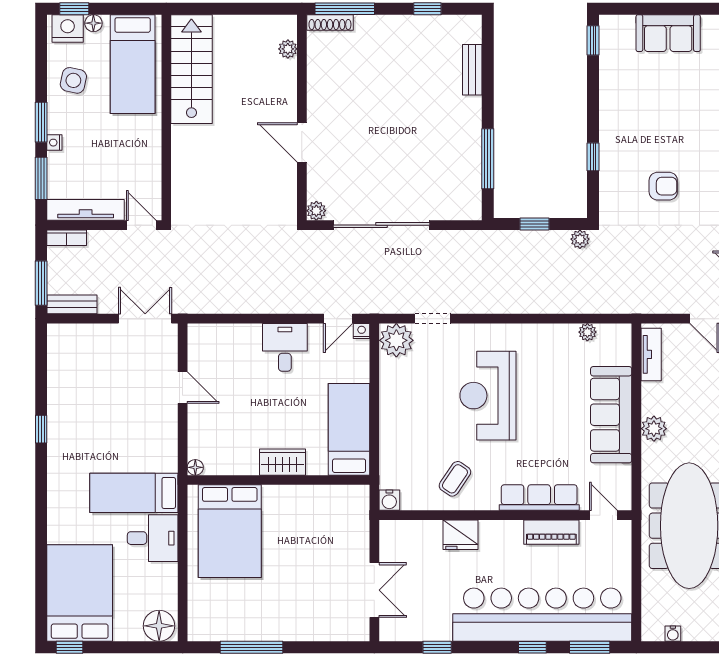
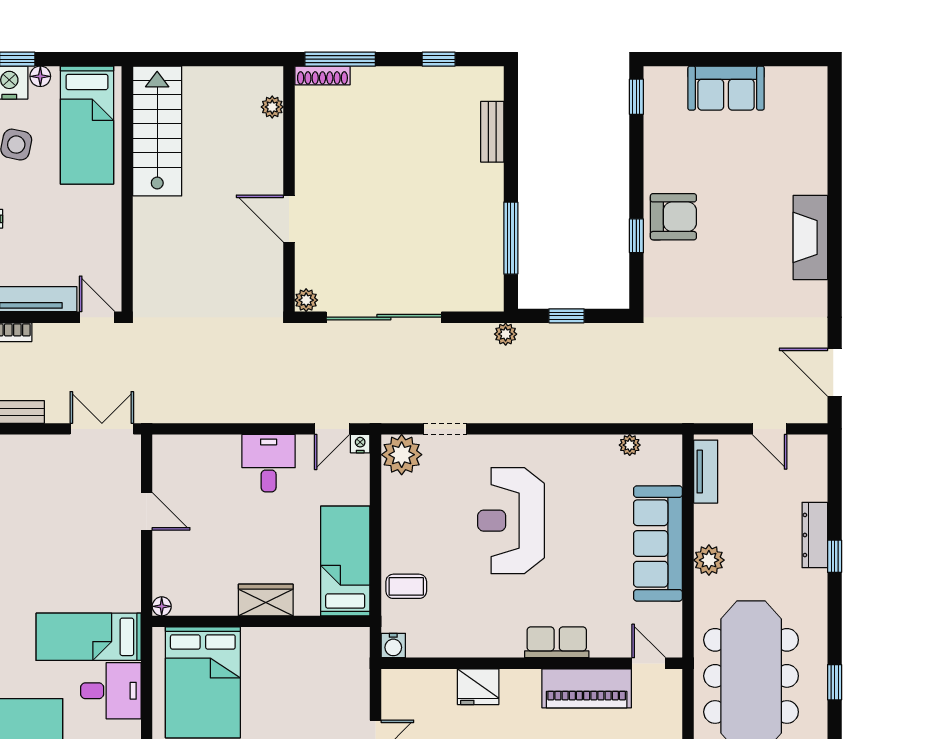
armchair: (663, 186) -> (673, 217), moved, width x1.38, depth x1.38
plant: (580, 239) -> (506, 334), moved
coffee table: (455, 479) -> (406, 586), moved, turned 56
row of seats: (539, 498) -> (557, 642), width x0.68
piano: (551, 532) -> (587, 688), width x1.37, depth x1.33

